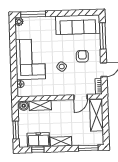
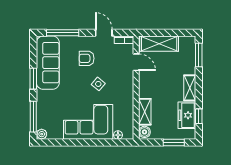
window: (64, 13) -> (33, 79), added

